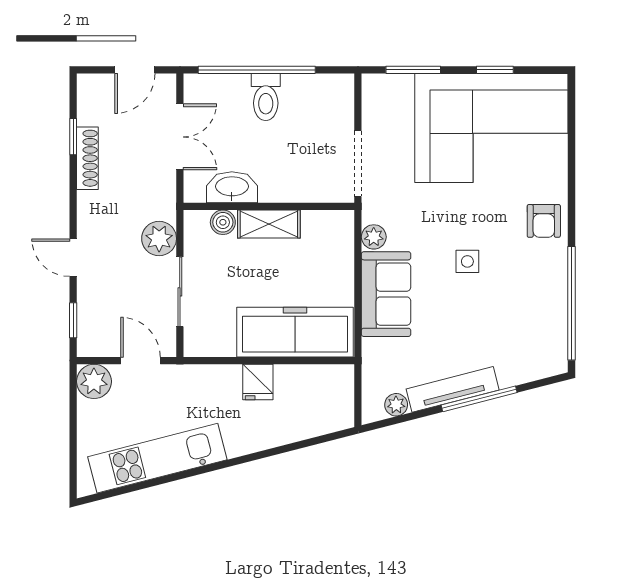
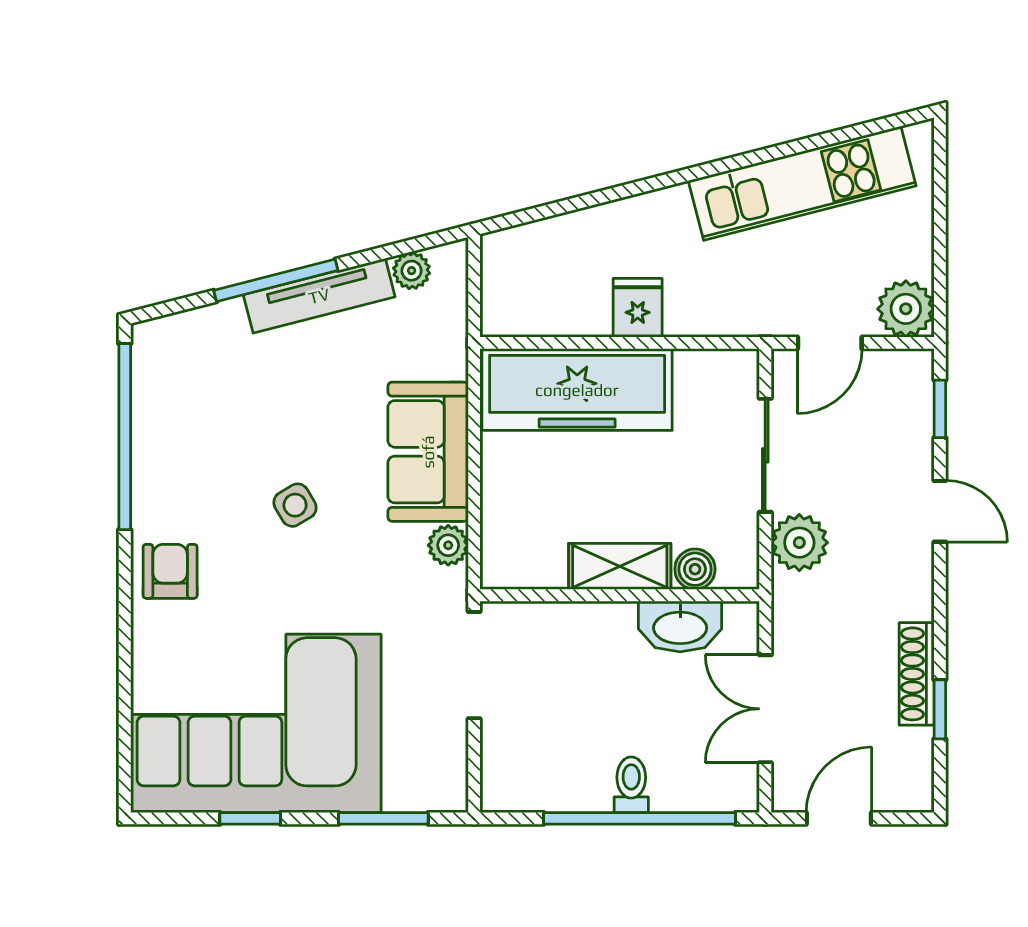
toilet: (266, 97) -> (631, 785), width x0.73, depth x0.72
side table: (467, 261) -> (295, 505), turned -31
door: (140, 361) -> (830, 343), hinge flipped

